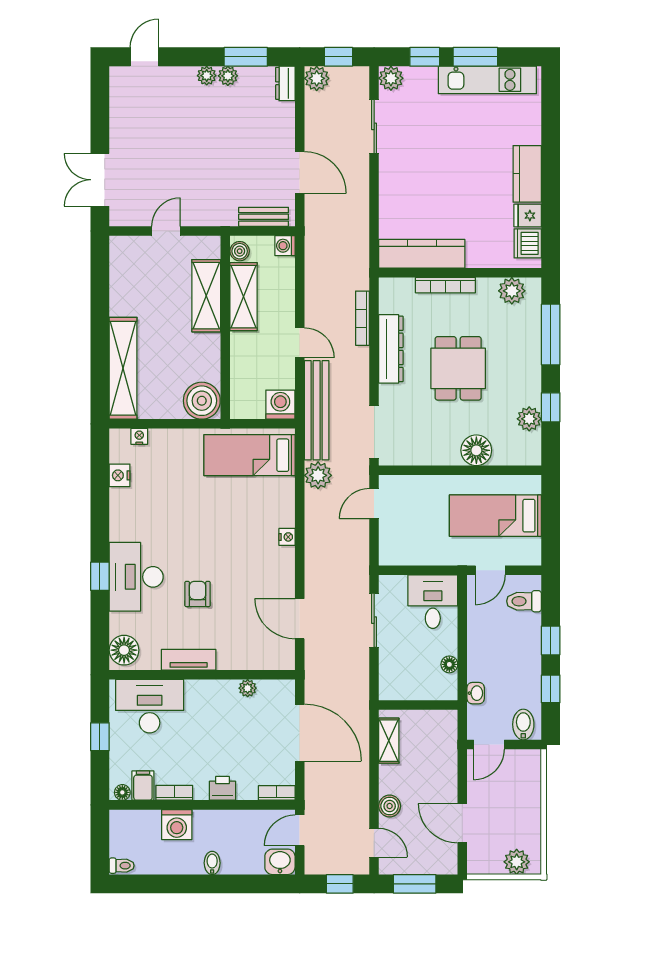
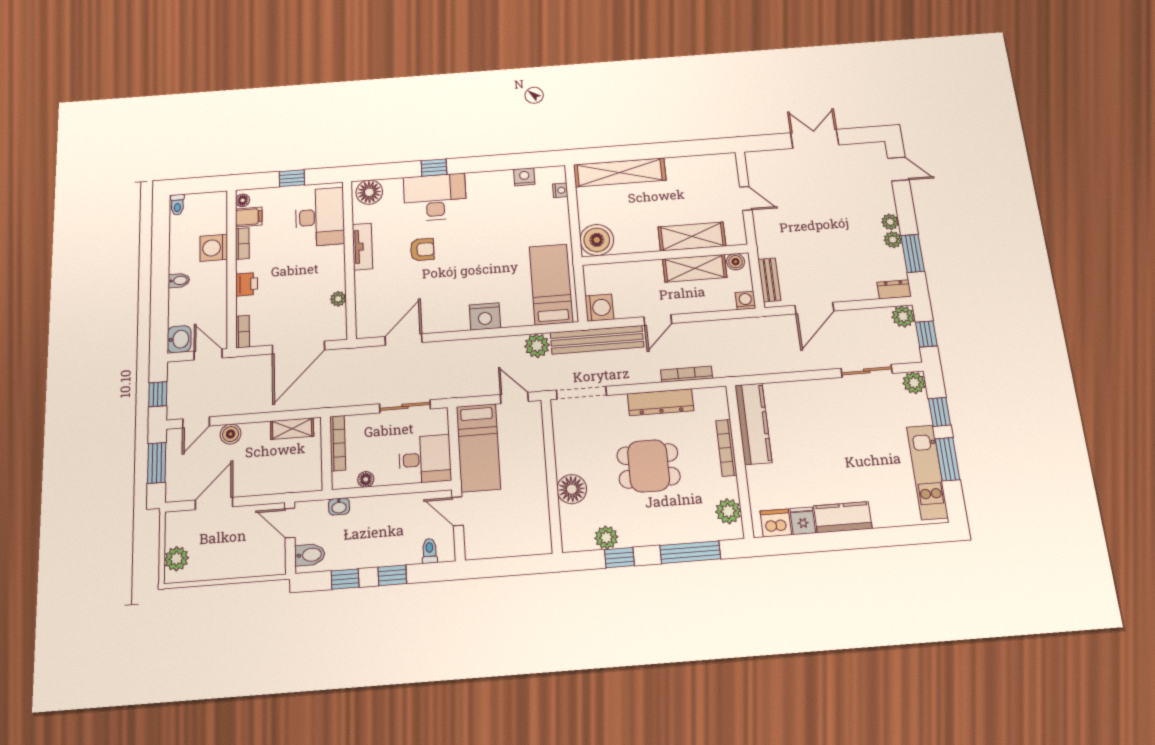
double door: (100, 180) -> (815, 139), moved
bed: (495, 516) -> (478, 448), moved, turned 180
nightstand: (287, 537) -> (485, 316), width x1.89, depth x1.79
toilet: (524, 601) -> (430, 551), width x0.73, depth x0.72
bookcase: (408, 693) -> (338, 443), added

